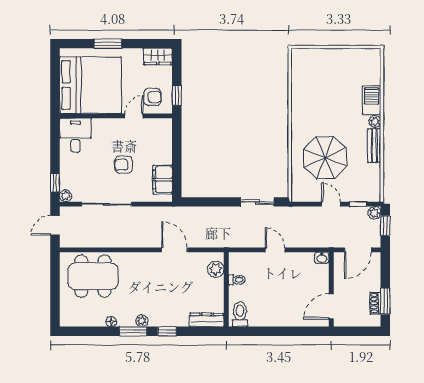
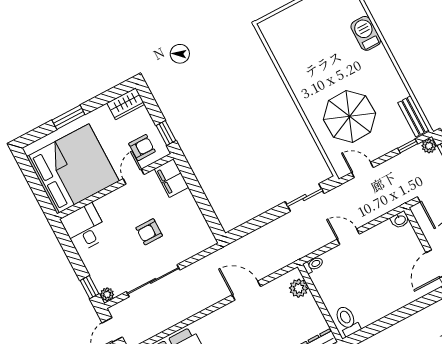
plant: (375, 121) -> (380, 53), removed
bench: (374, 146) -> (413, 116), moved
filing cabinet: (163, 180) -> (171, 178), moved
door: (331, 204) -> (362, 170), moved
toilet: (237, 280) -> (313, 265), moved

